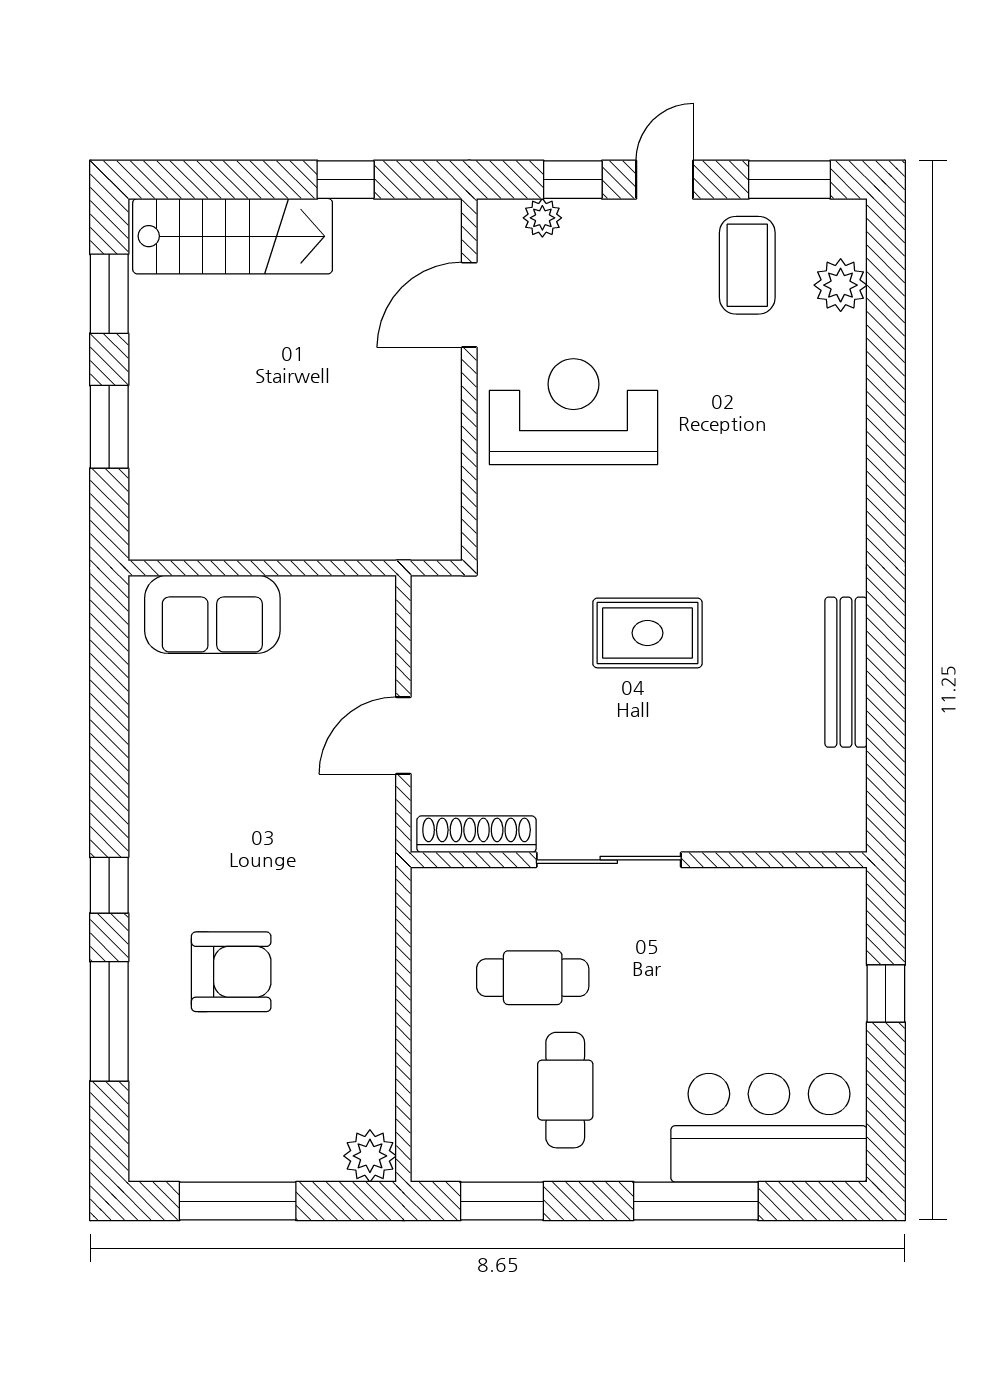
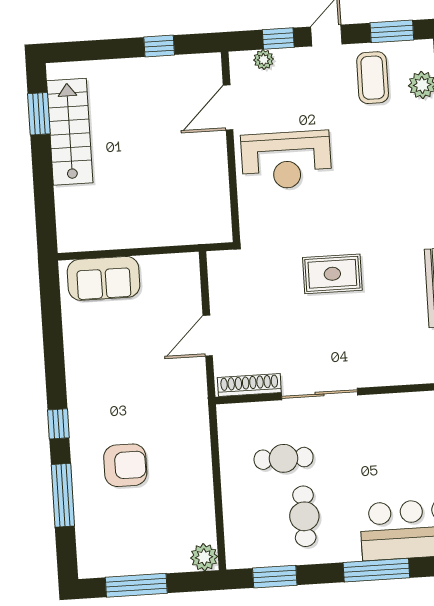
stairs: (233, 236) -> (70, 132), moved, turned -90
reception desk: (573, 412) -> (286, 160), turned 180
window: (109, 427) -> (43, 183), removed

